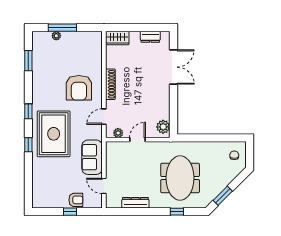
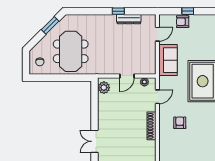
double door: (173, 67) -> (95, 141), width x0.73
armchair: (79, 88) -> (180, 123), width x0.53, depth x0.53
meeting table: (180, 178) -> (71, 51), moved
door: (104, 186) -> (157, 34), hinge flipped
window: (177, 212) -> (118, 11), moved

